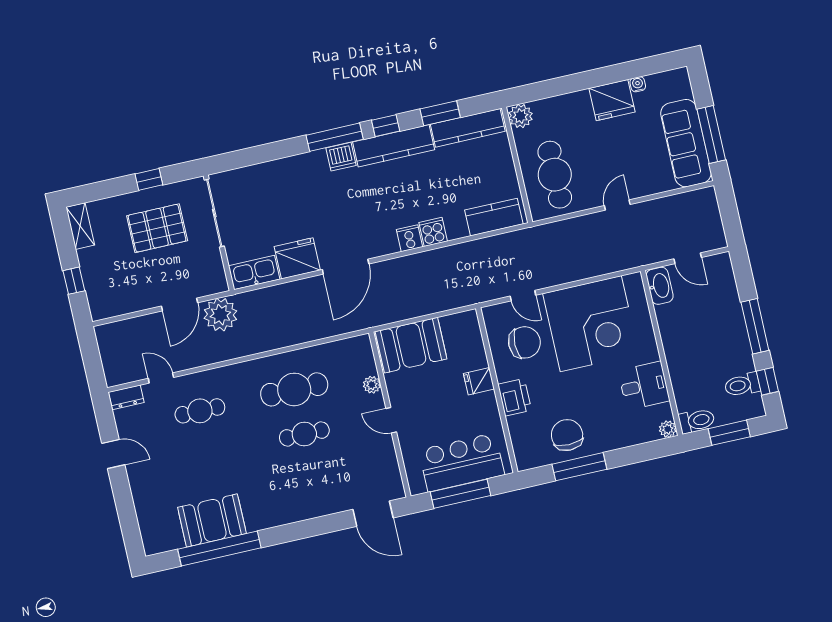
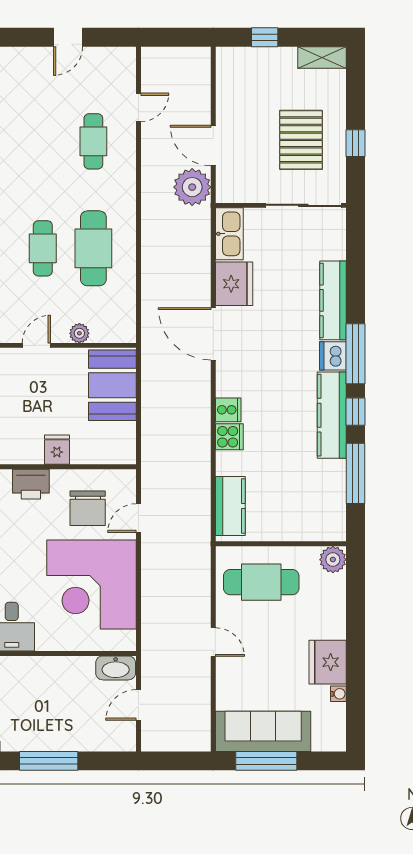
window: (440, 113) -> (356, 473), width x1.44
kitchen counter: (468, 128) -> (333, 300), moved
dresser: (126, 397) -> (126, 65), removed

